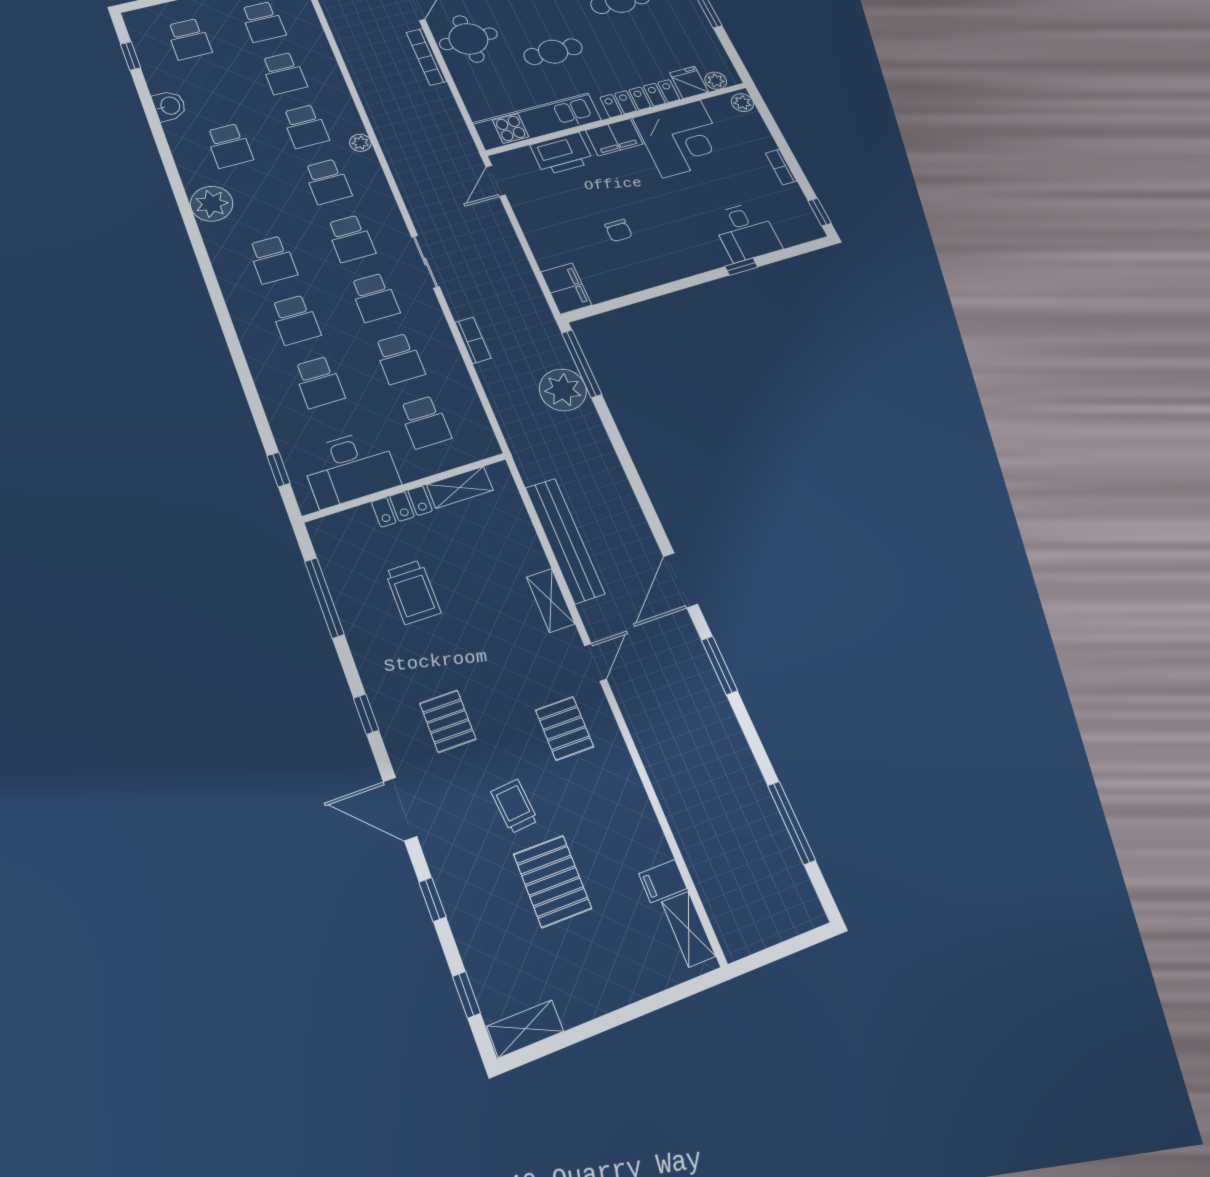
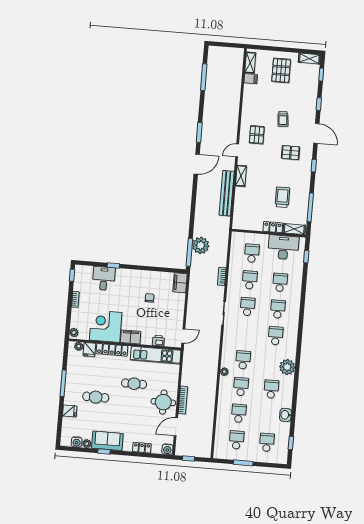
printer: (562, 154) -> (158, 341), width x0.53, depth x0.68
school desk: (351, 238) -> (245, 333), removed
shelving: (460, 487) -> (294, 229), moved
pallet: (448, 721) -> (291, 153), turned 90
pallet: (553, 881) -> (281, 70), moved

